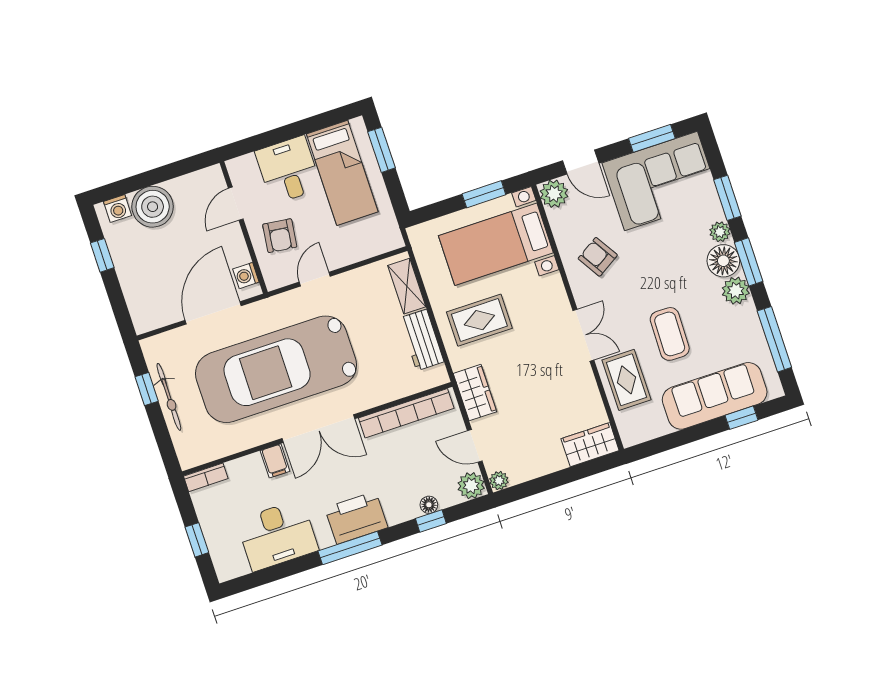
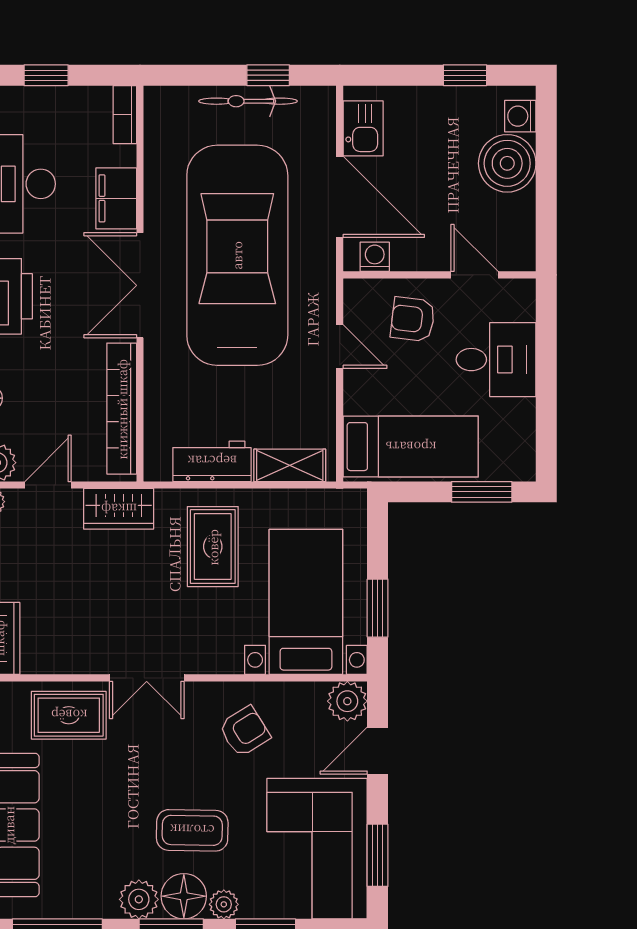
bed: (342, 173) -> (411, 447), moved, turned 180
kitchen sink: (161, 312) -> (363, 128), added
coffee table: (670, 334) -> (192, 830), moved
filing cabinet: (275, 461) -> (116, 198), width x2.00

